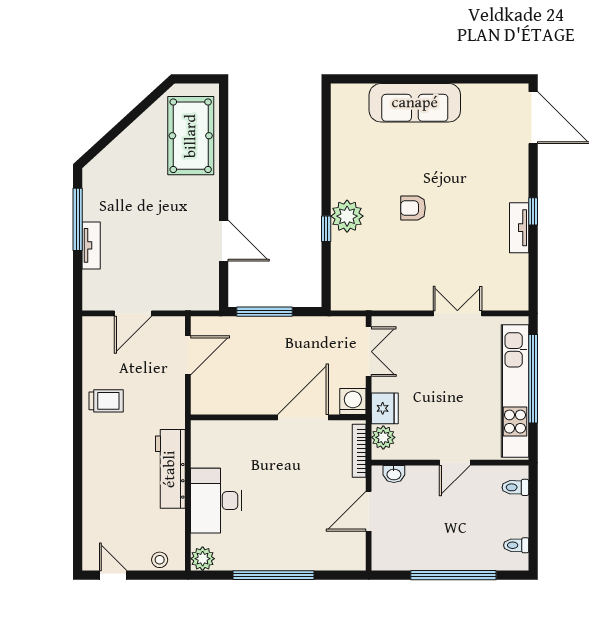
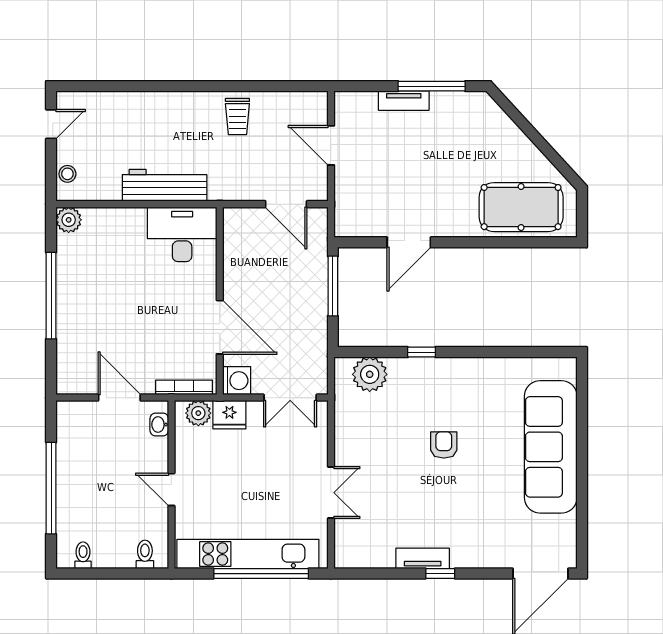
sofa: (415, 103) -> (551, 447), width x1.36, depth x1.27
plant: (347, 216) -> (370, 374), moved
desk: (216, 501) -> (182, 234), moved

